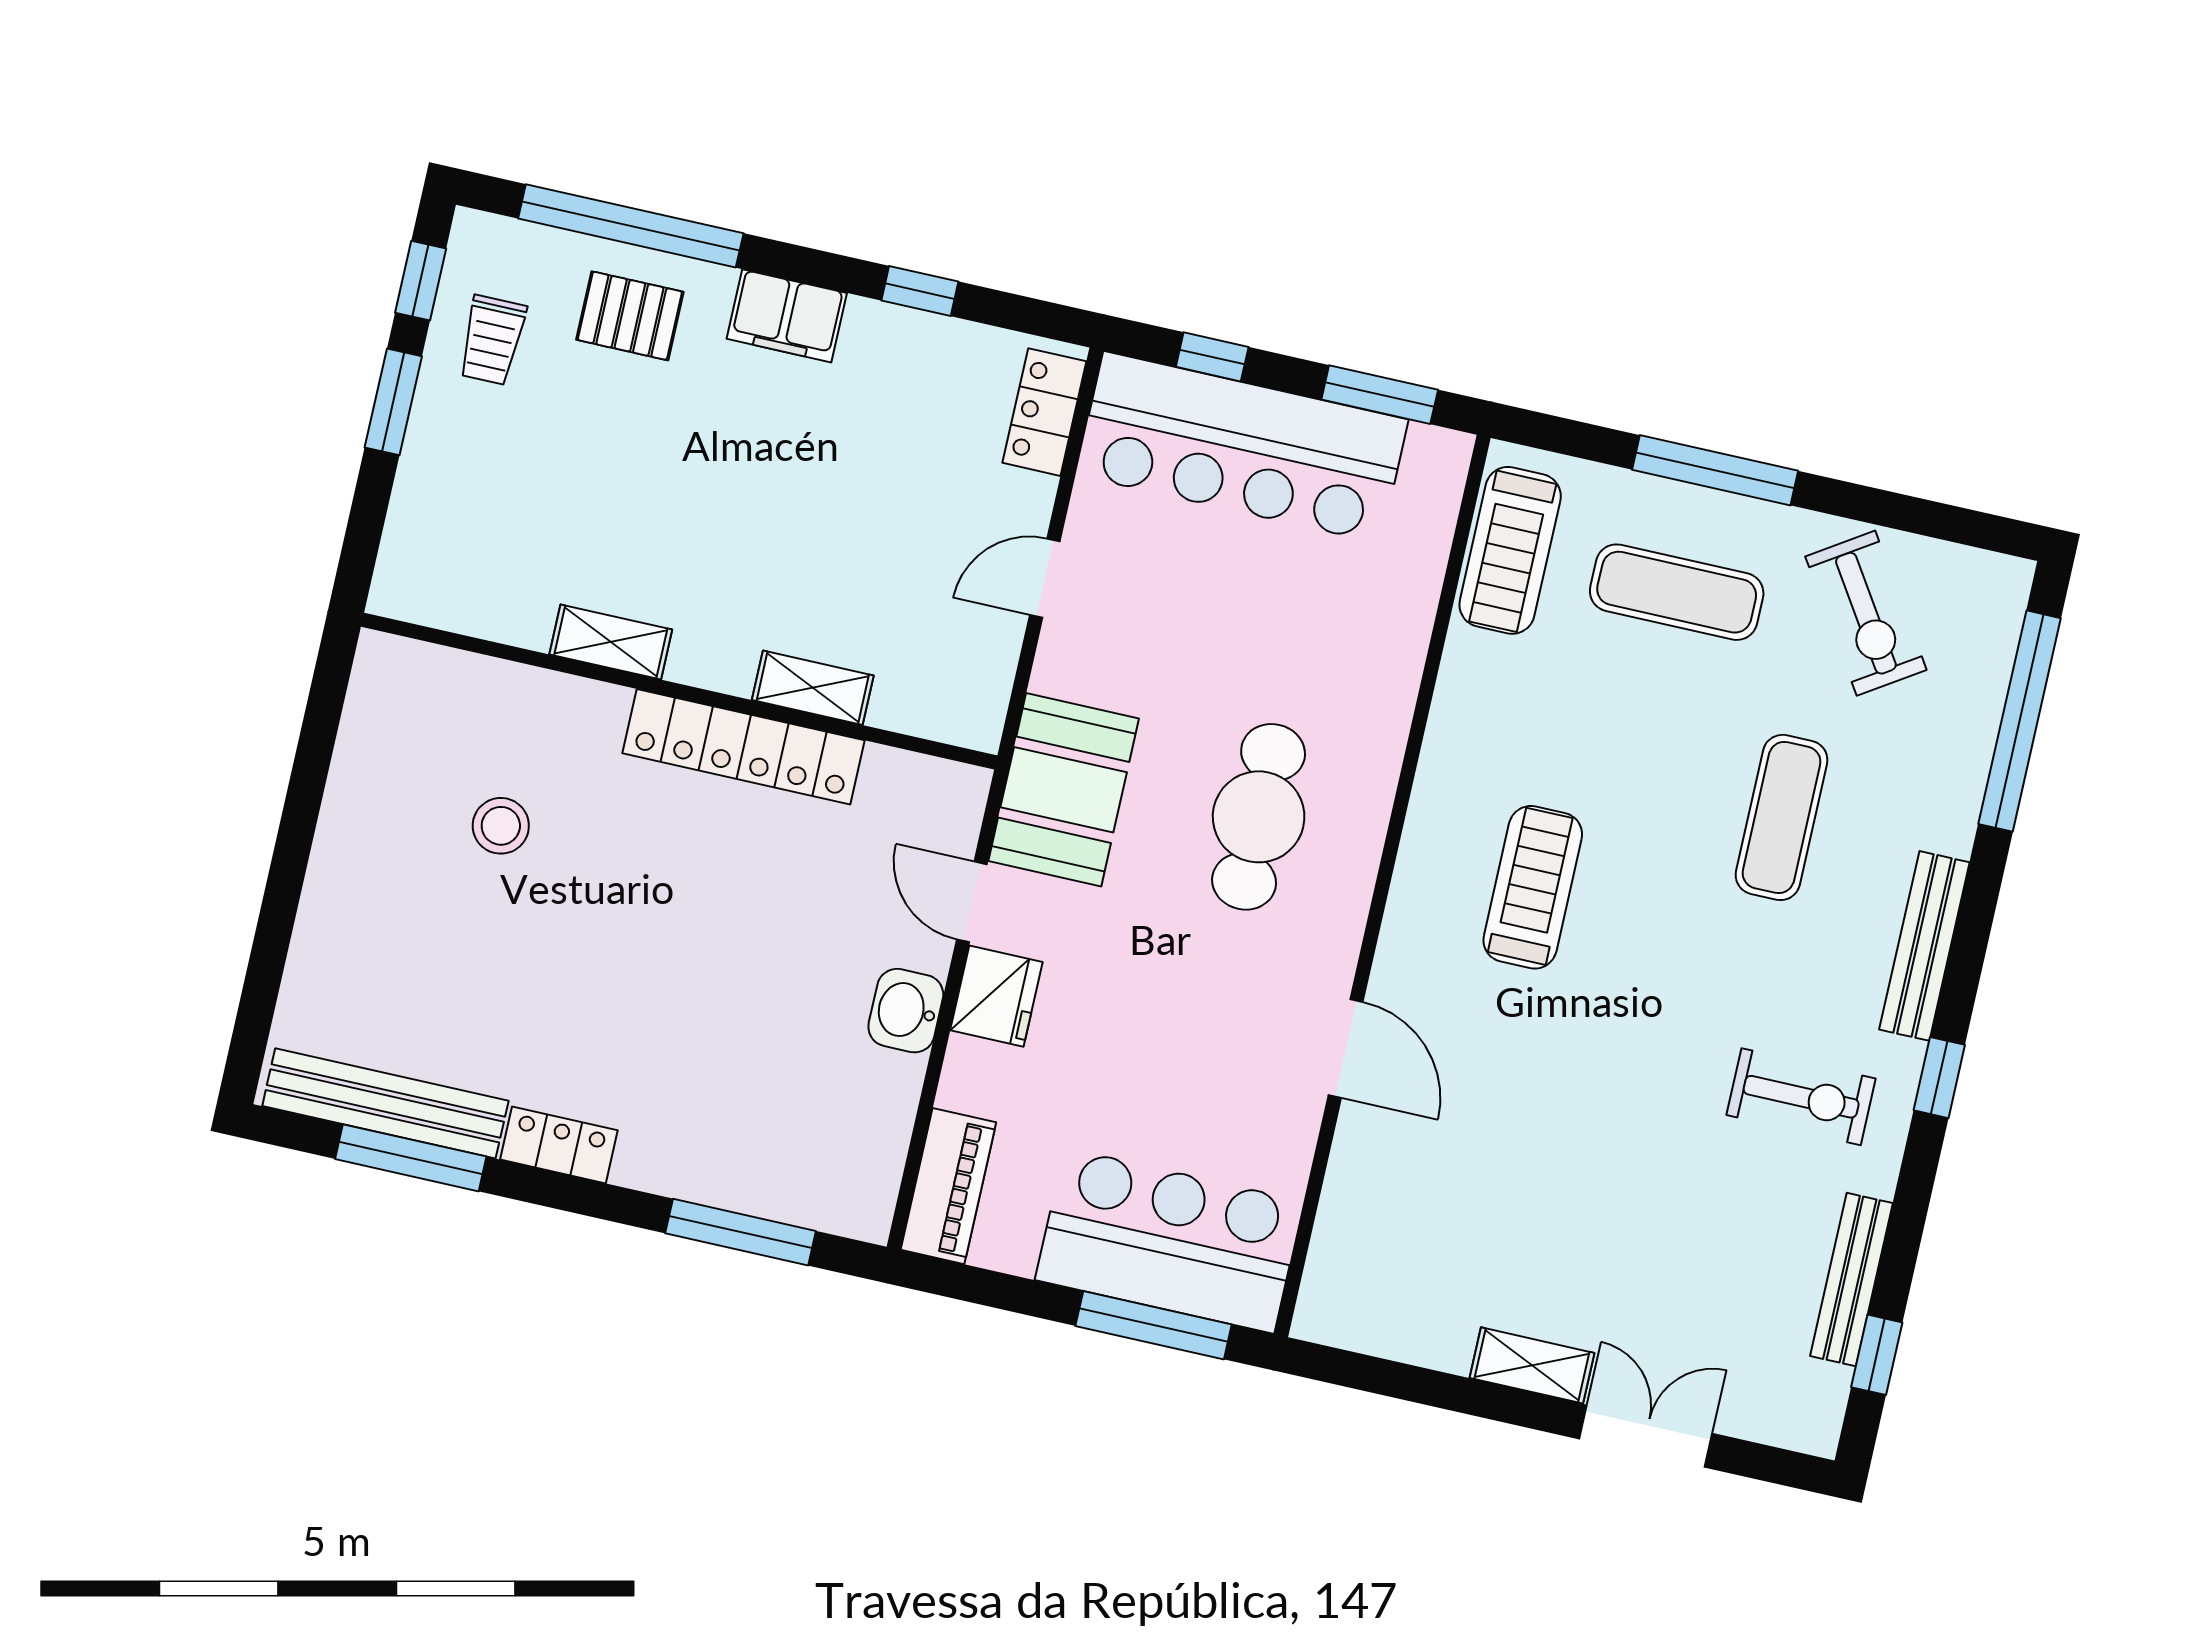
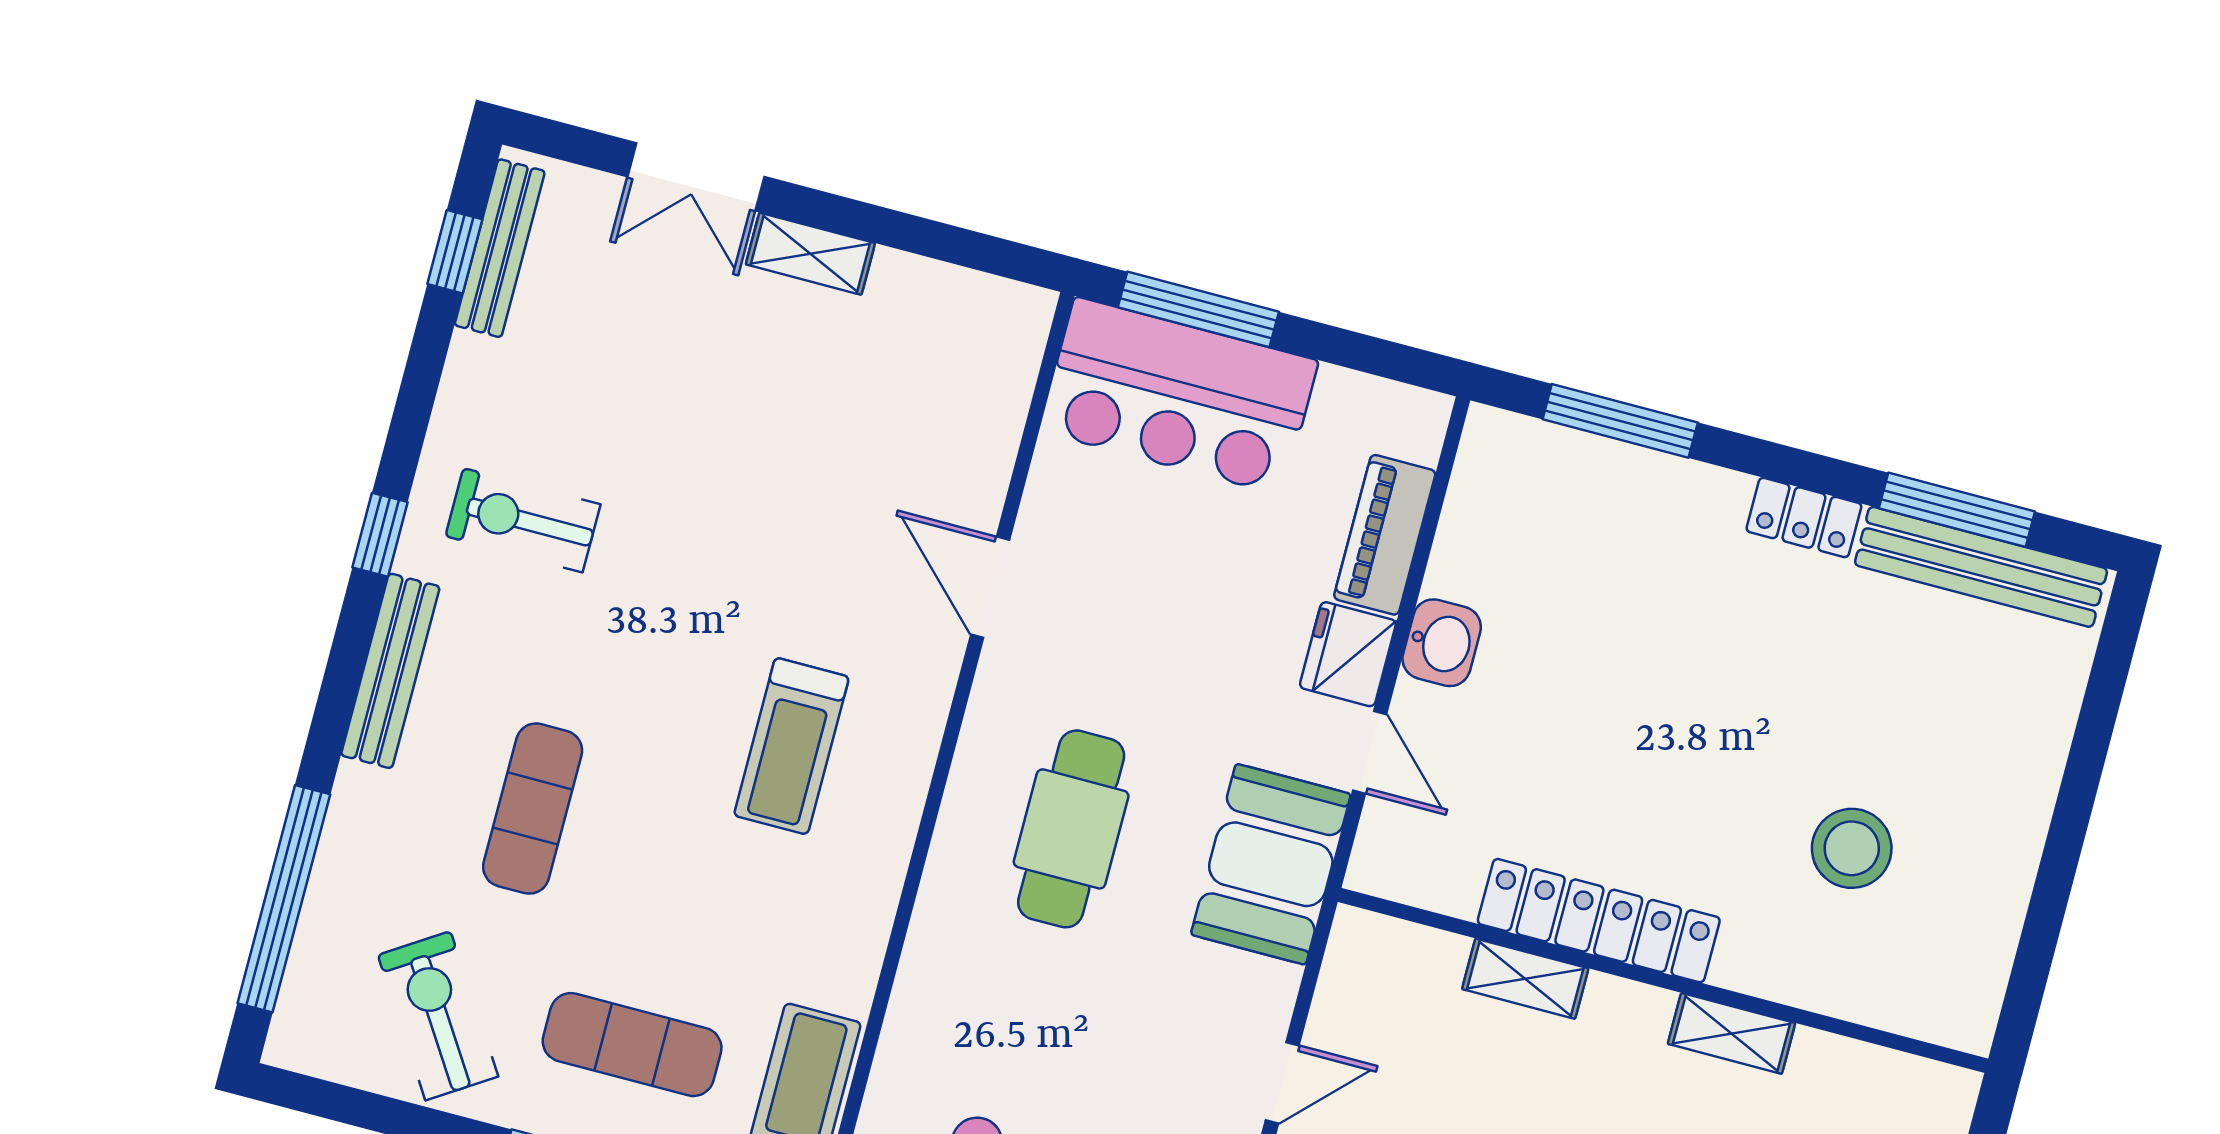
stool: (501, 826) -> (1852, 848), width x1.38, depth x1.38
piano: (948, 1186) -> (1385, 535), moved
bench: (1851, 1280) -> (500, 248), moved

